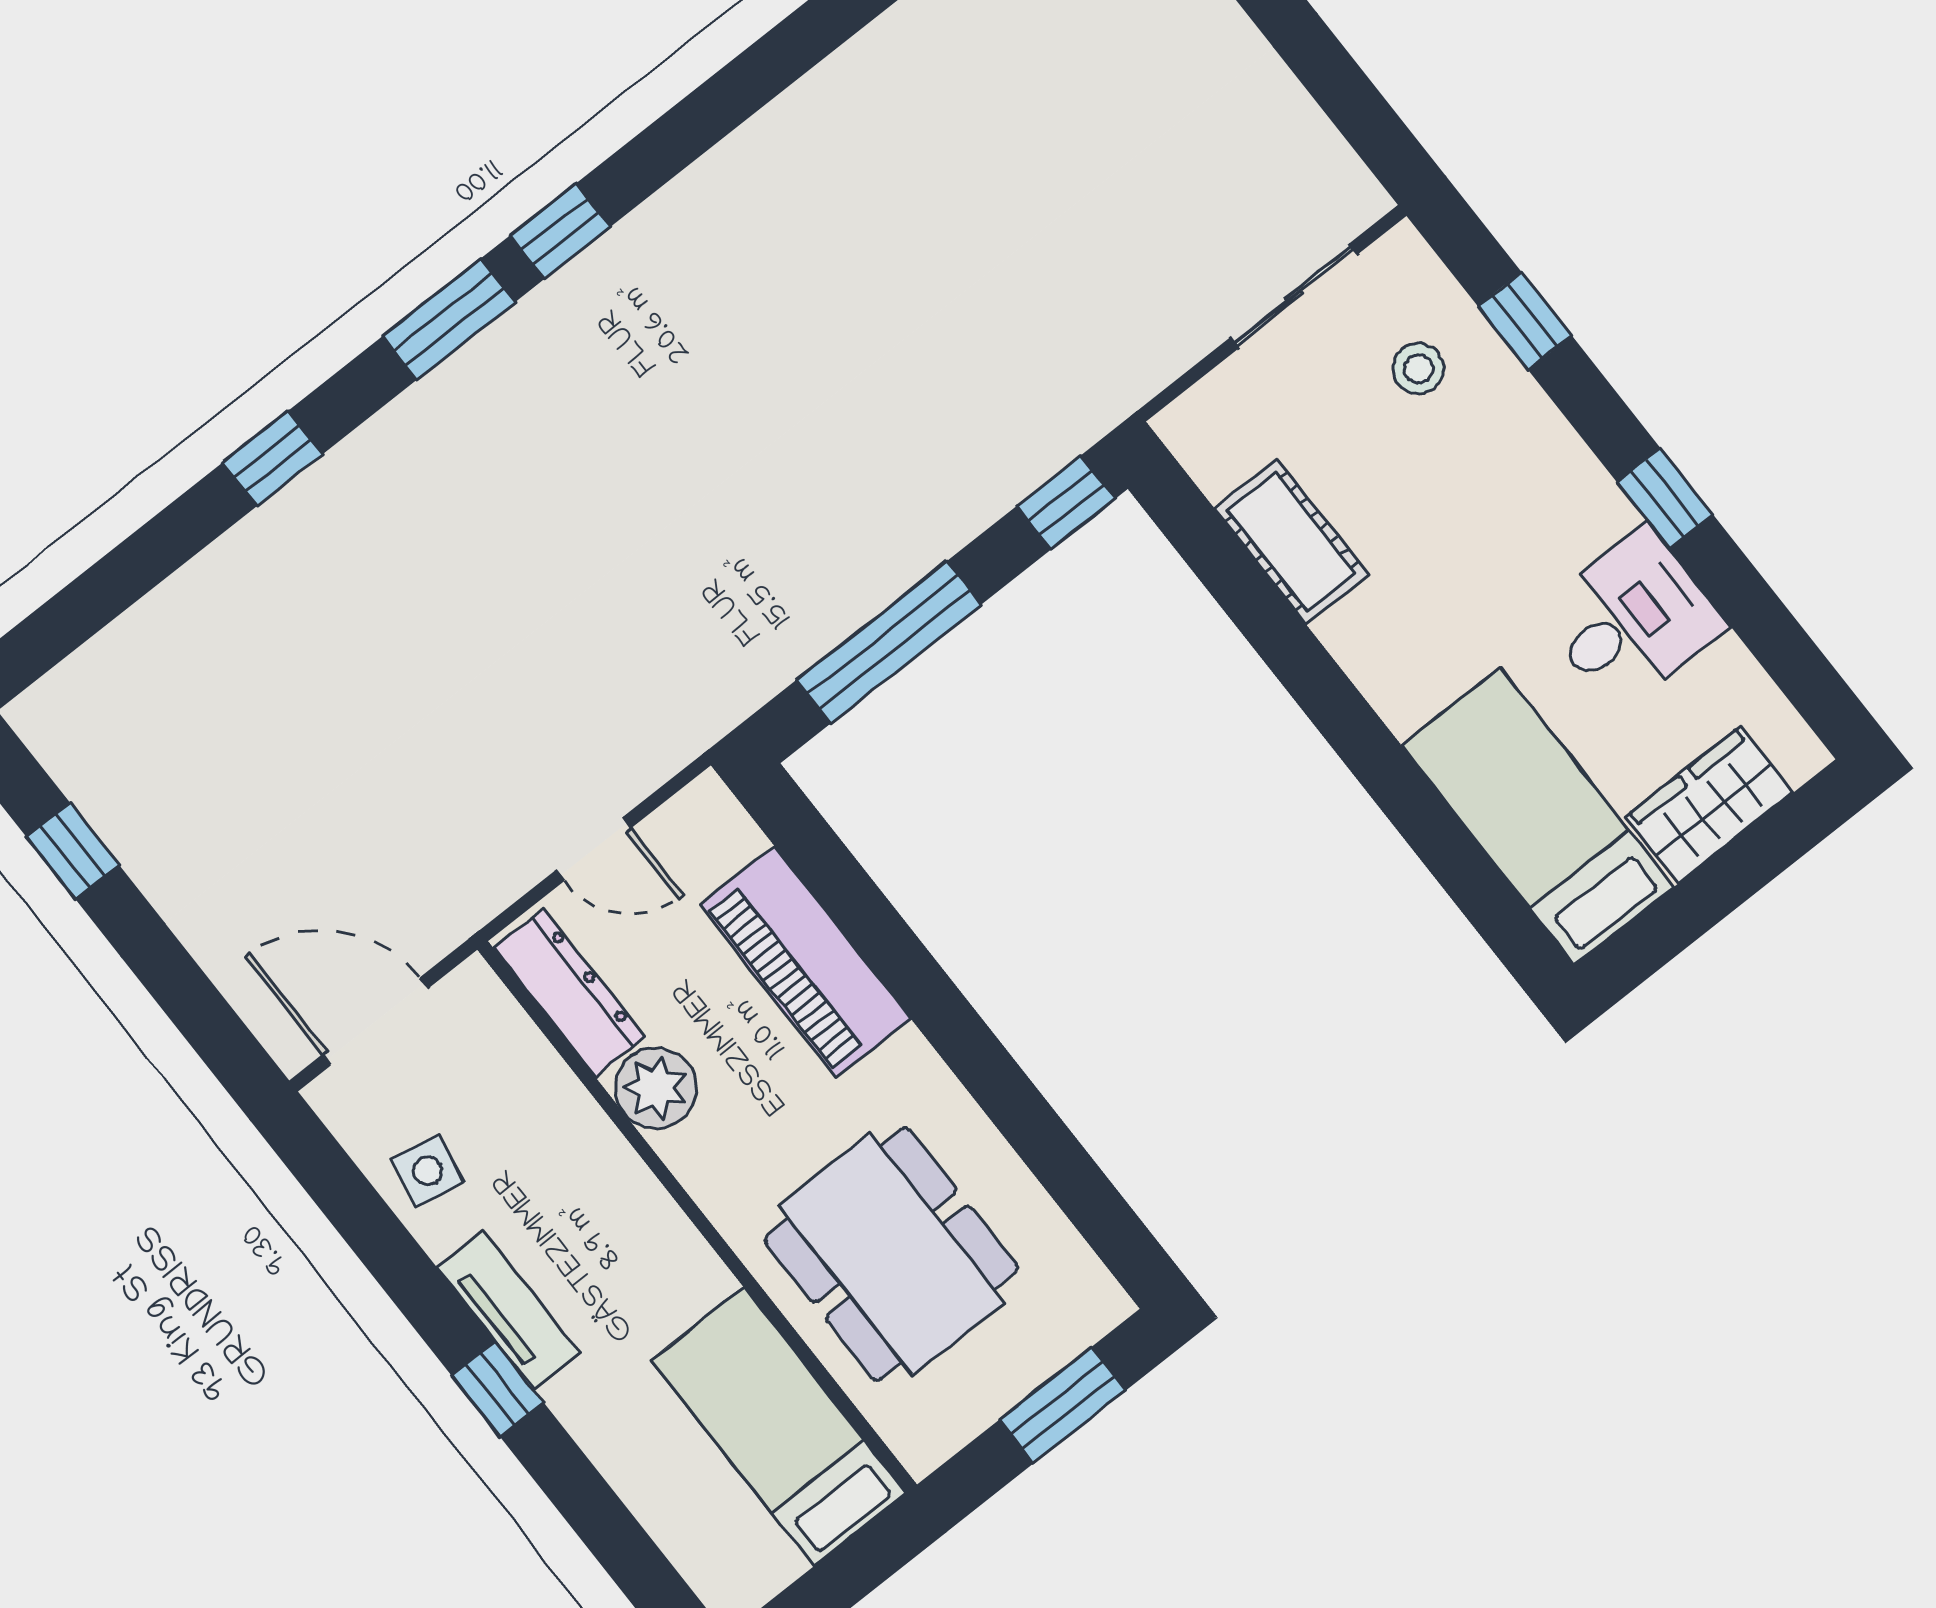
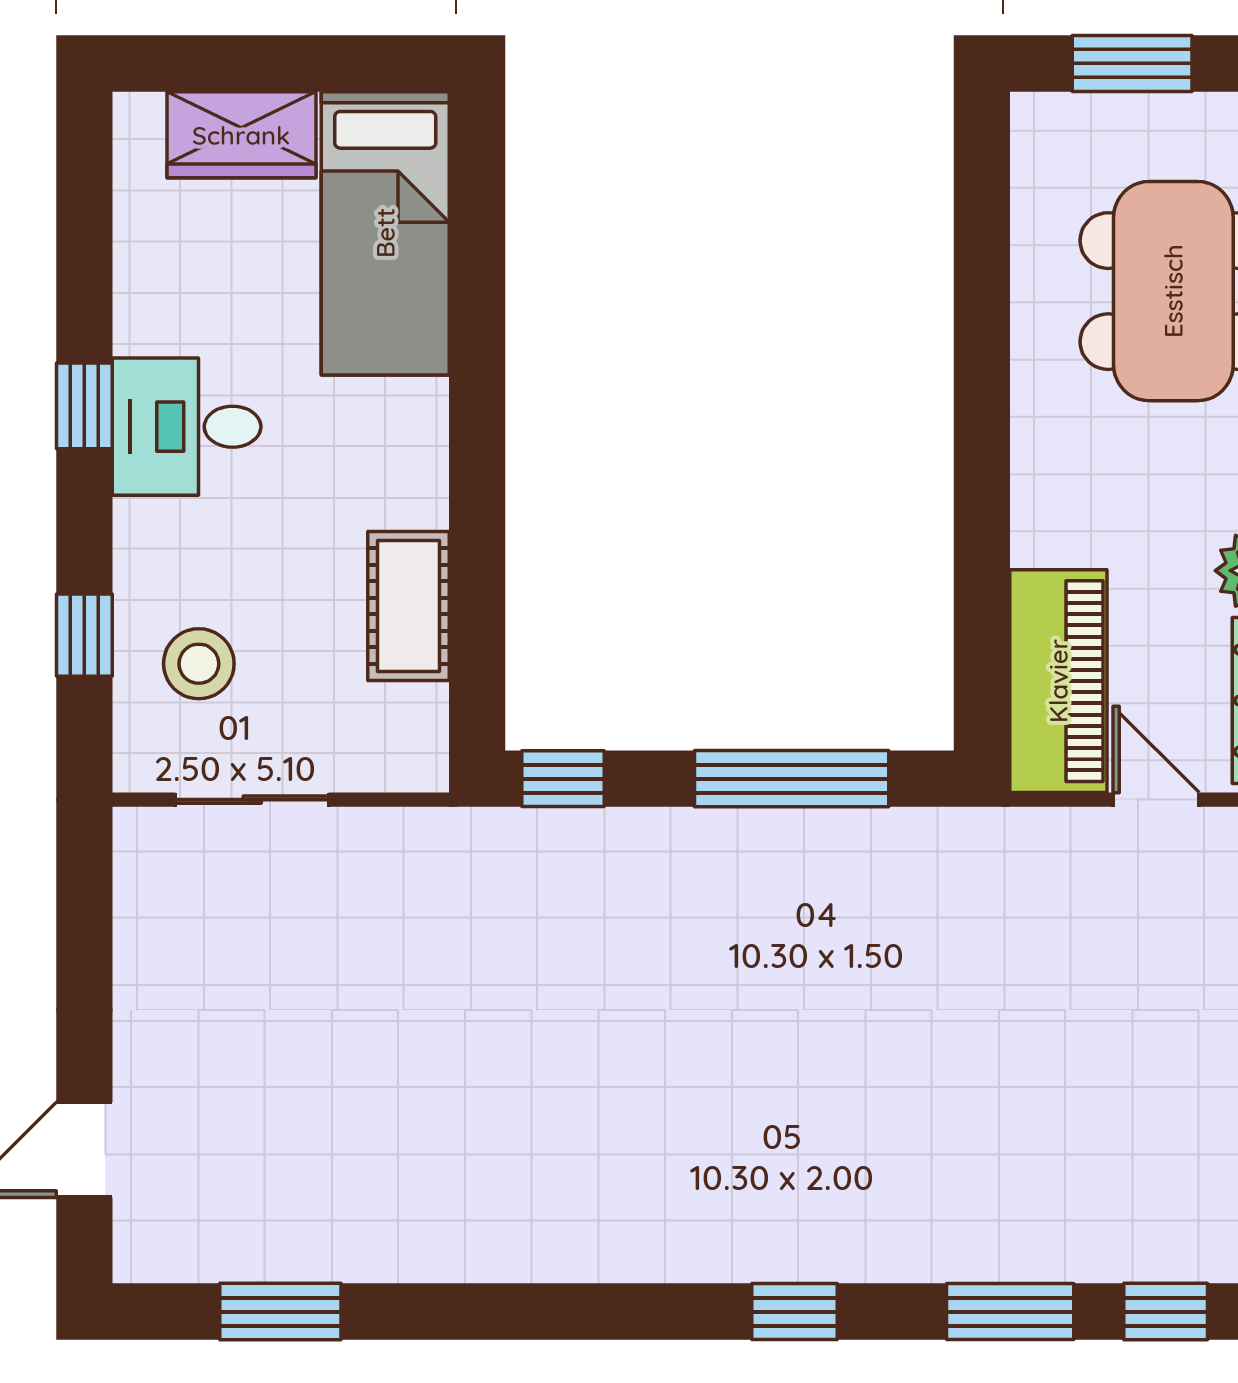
window: (449, 319) -> (1010, 1312), moved
stool: (1418, 369) -> (199, 664), width x1.37, depth x1.37
desk: (1632, 619) -> (187, 427), moved
piano: (805, 962) -> (1058, 681), moved

